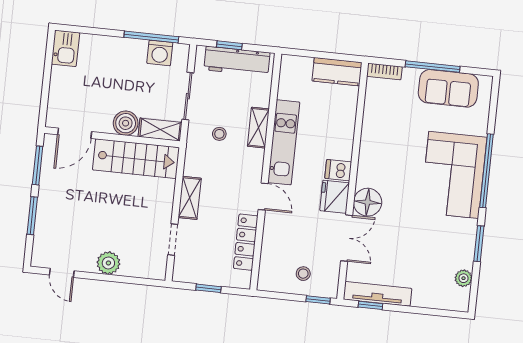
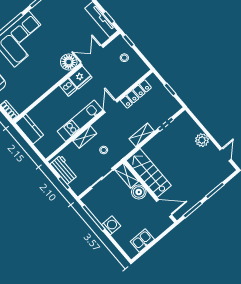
kitchen sink: (65, 48) -> (142, 241), moved
washing machine: (160, 53) -> (111, 225), moved
workbench: (237, 61) -> (64, 170), width x0.73

